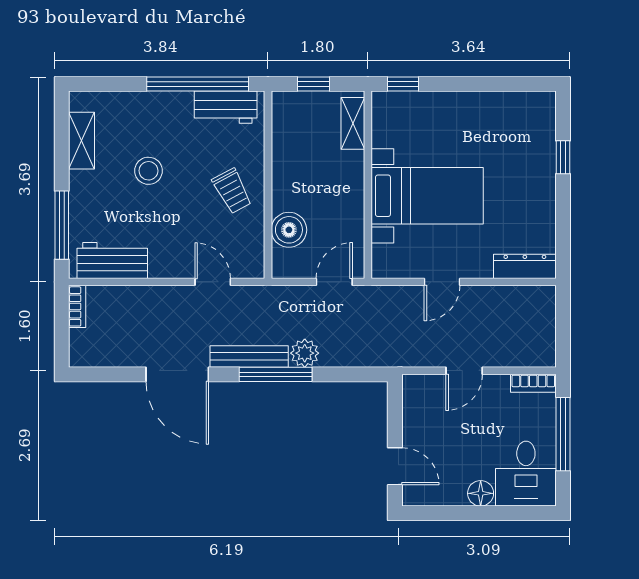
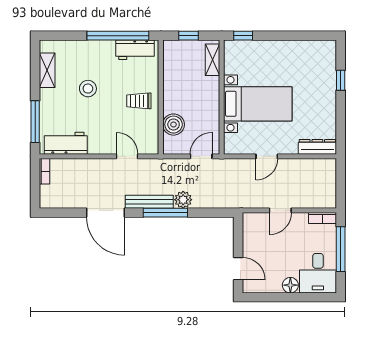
trolley: (232, 191) -> (139, 101), turned 118

